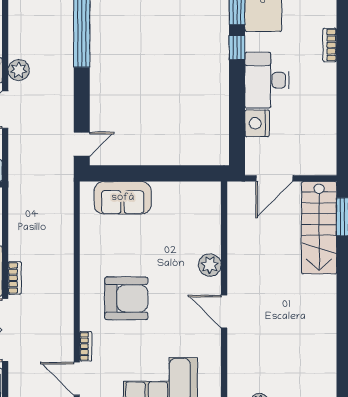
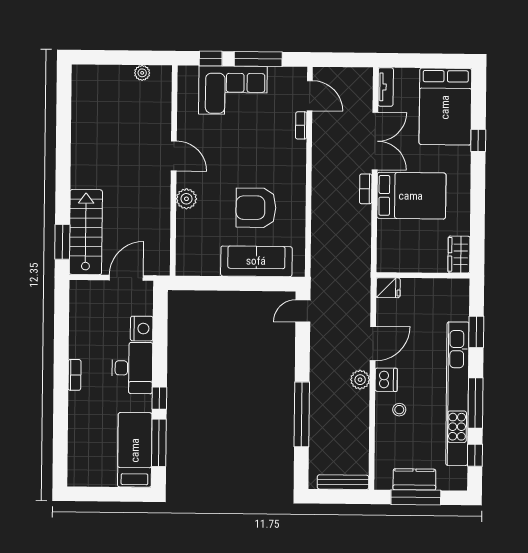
bookcase: (330, 45) -> (74, 375), moved
sofa: (123, 198) -> (256, 261), width x1.36
armchair: (126, 298) -> (256, 208), moved

